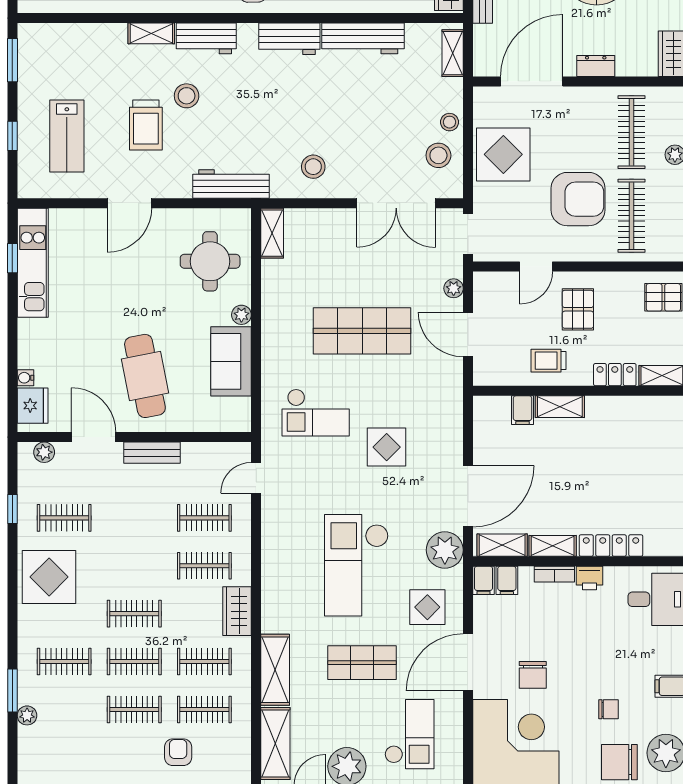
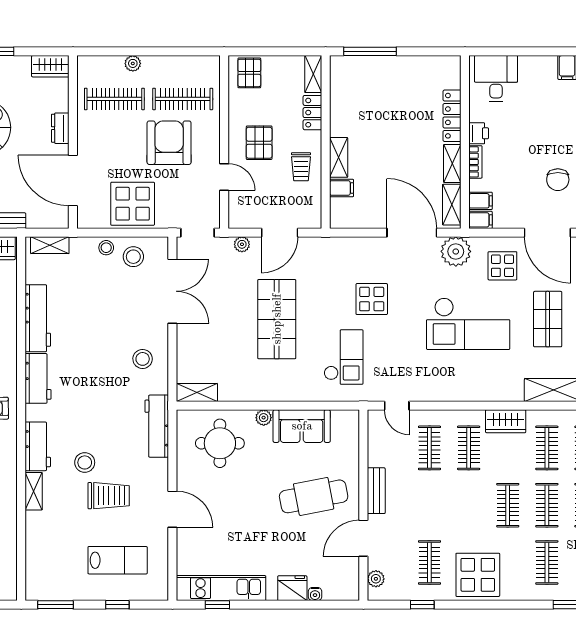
pallet: (578, 309) -> (259, 143), turned 90
fridge: (33, 406) -> (292, 588), moved
chair: (533, 675) -> (558, 180), turned 90

